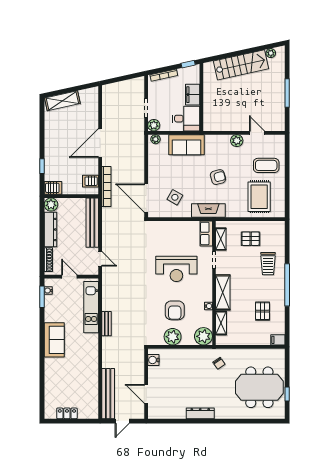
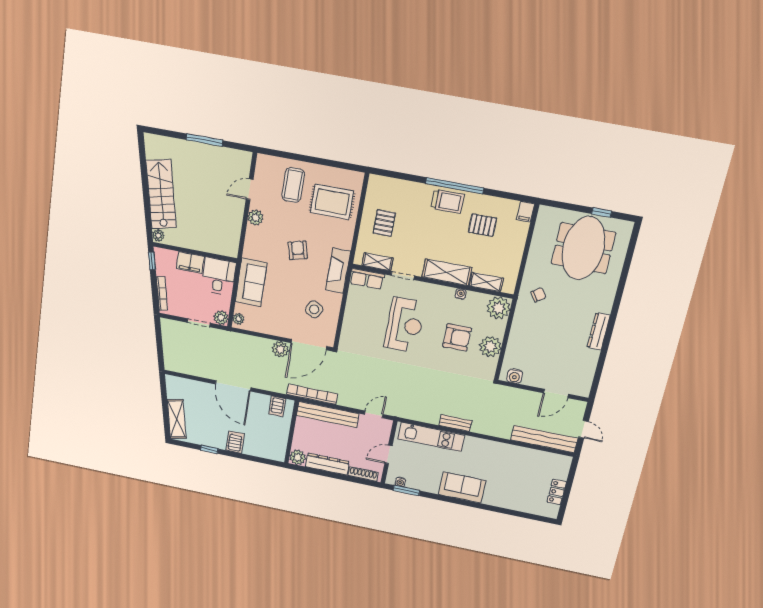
plant: (271, 53) -> (158, 235), moved
window: (42, 166) -> (209, 449), moved
plant: (138, 176) -> (280, 349), added
bookcase: (106, 187) -> (312, 394), moved
server rack: (53, 188) -> (235, 442), moved
trolley: (268, 264) -> (448, 201), moved

